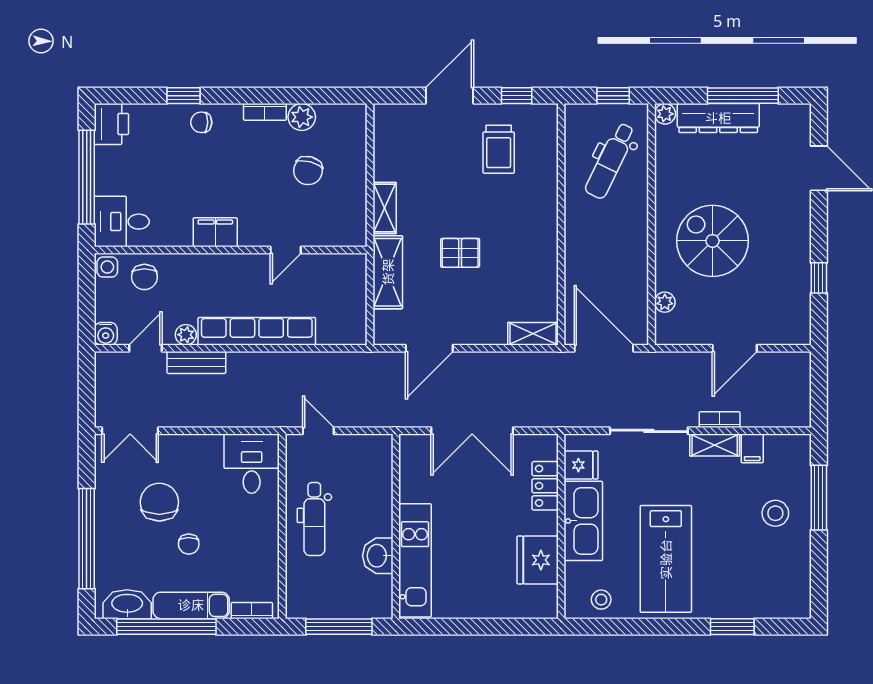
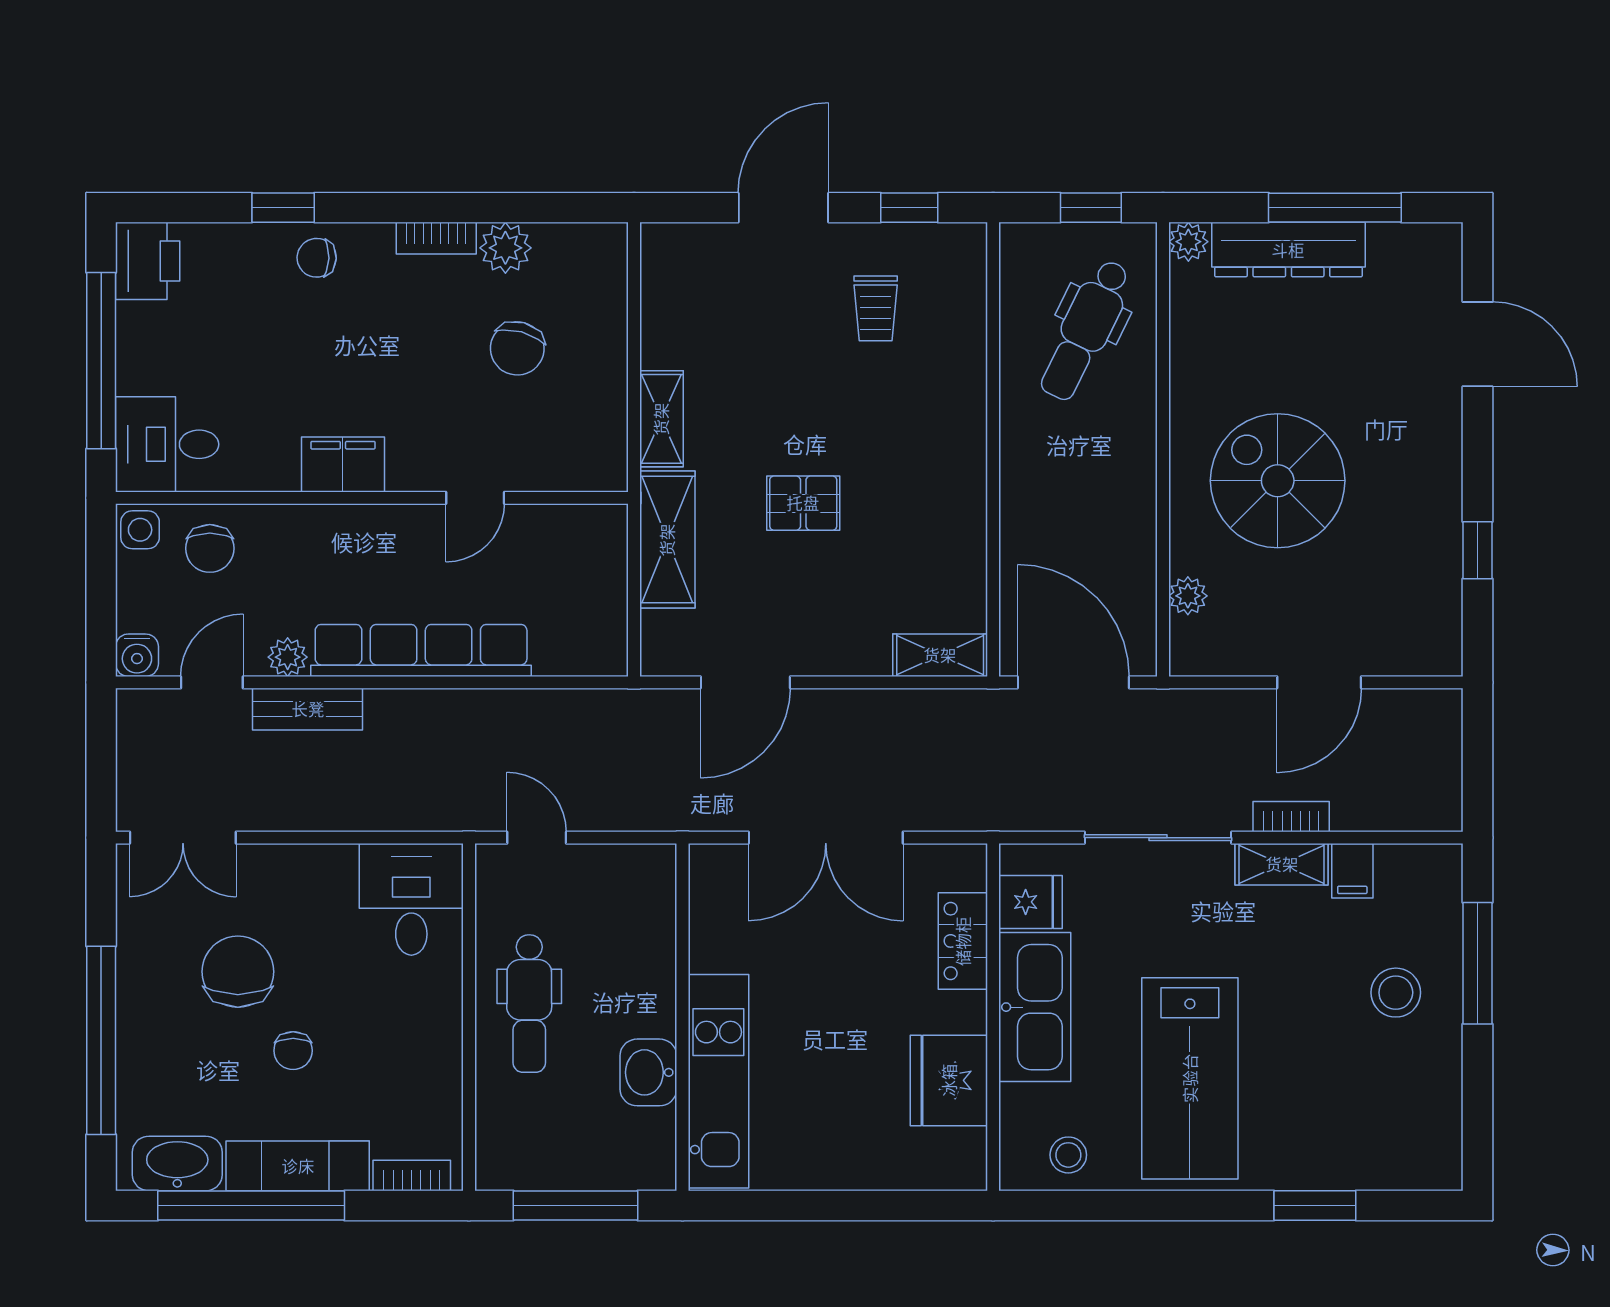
trolley: (499, 149) -> (876, 308), width x0.73, depth x0.72

